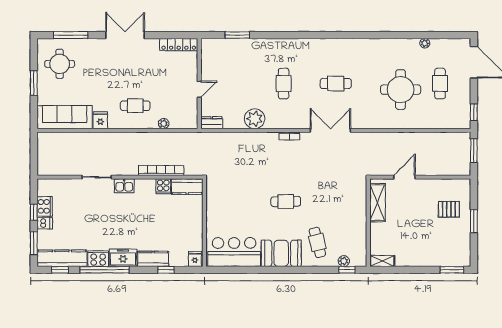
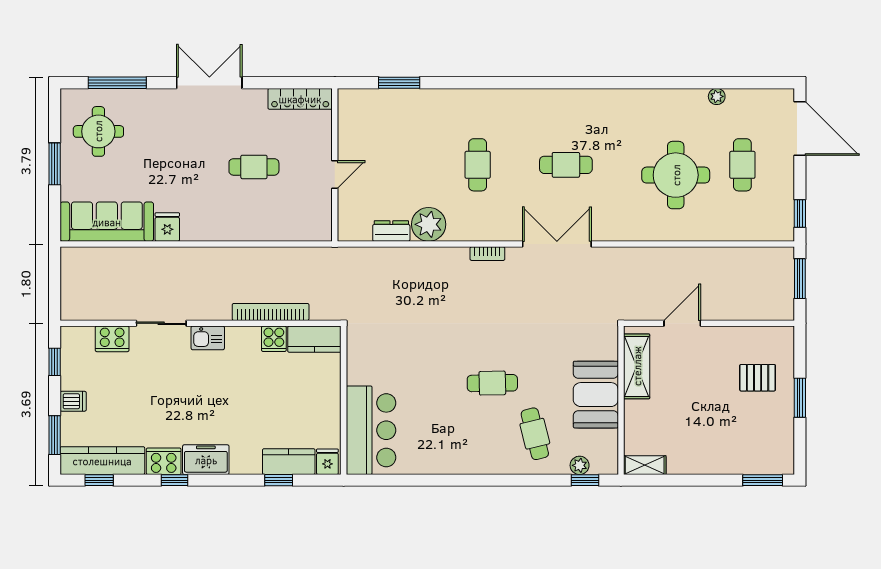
cafe table: (135, 106) -> (254, 167), moved
dresser: (212, 123) -> (391, 231), moved
plant: (164, 124) -> (275, 233), removed
cafe table: (286, 202) -> (492, 383), moved
cooker: (45, 206) -> (112, 339), moved, turned 90
window: (34, 212) -> (55, 362), moved
bar counter: (234, 252) -> (371, 430), moved, turned 90
booth: (281, 253) -> (596, 395), moved, turned 90
kitchen counter: (153, 259) -> (289, 462), moved
window: (105, 270) -> (175, 480), width x0.32

